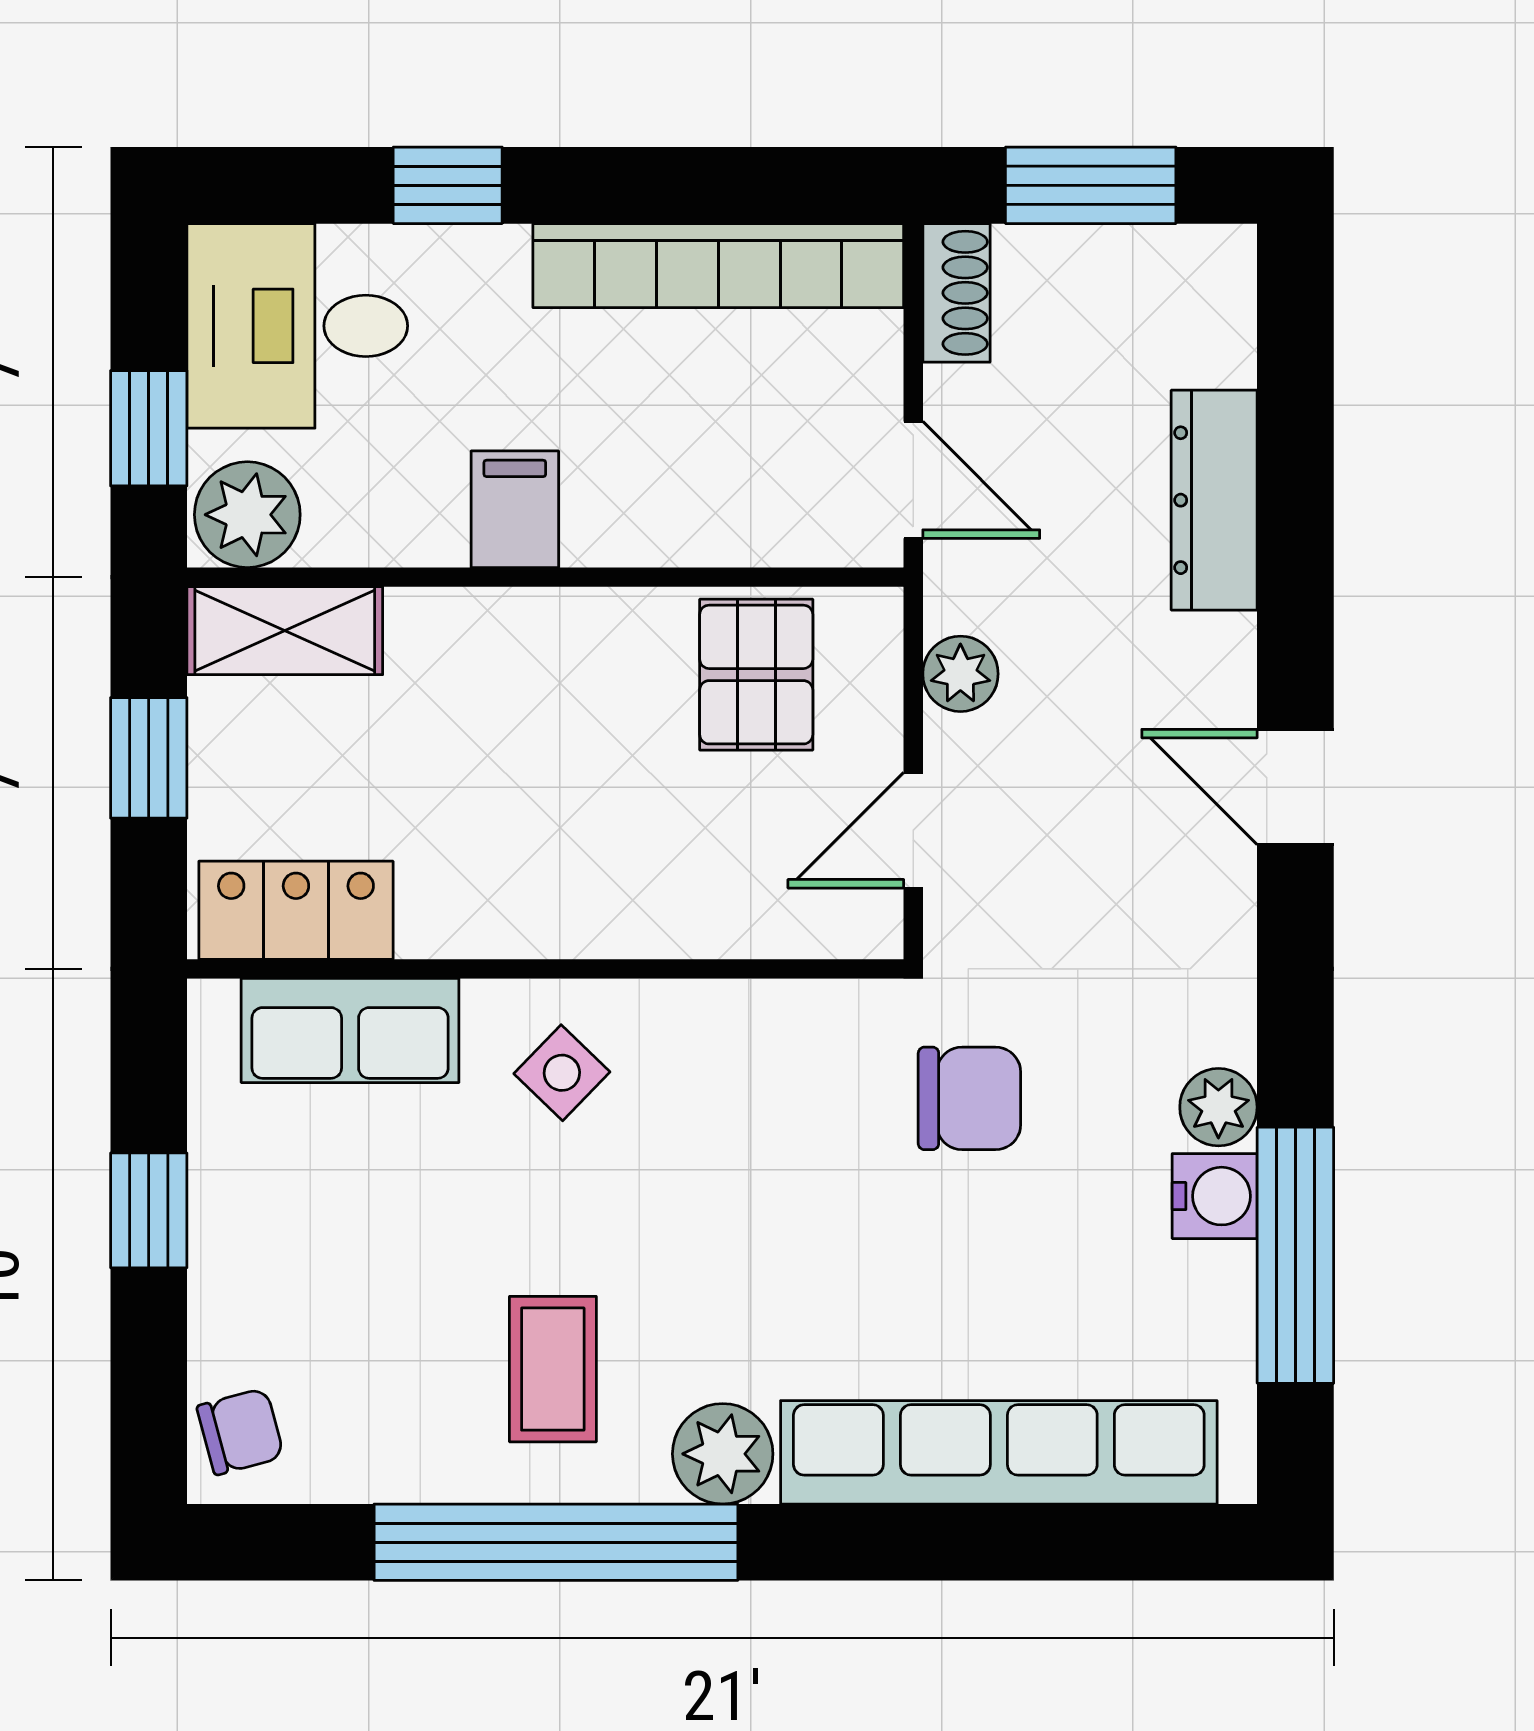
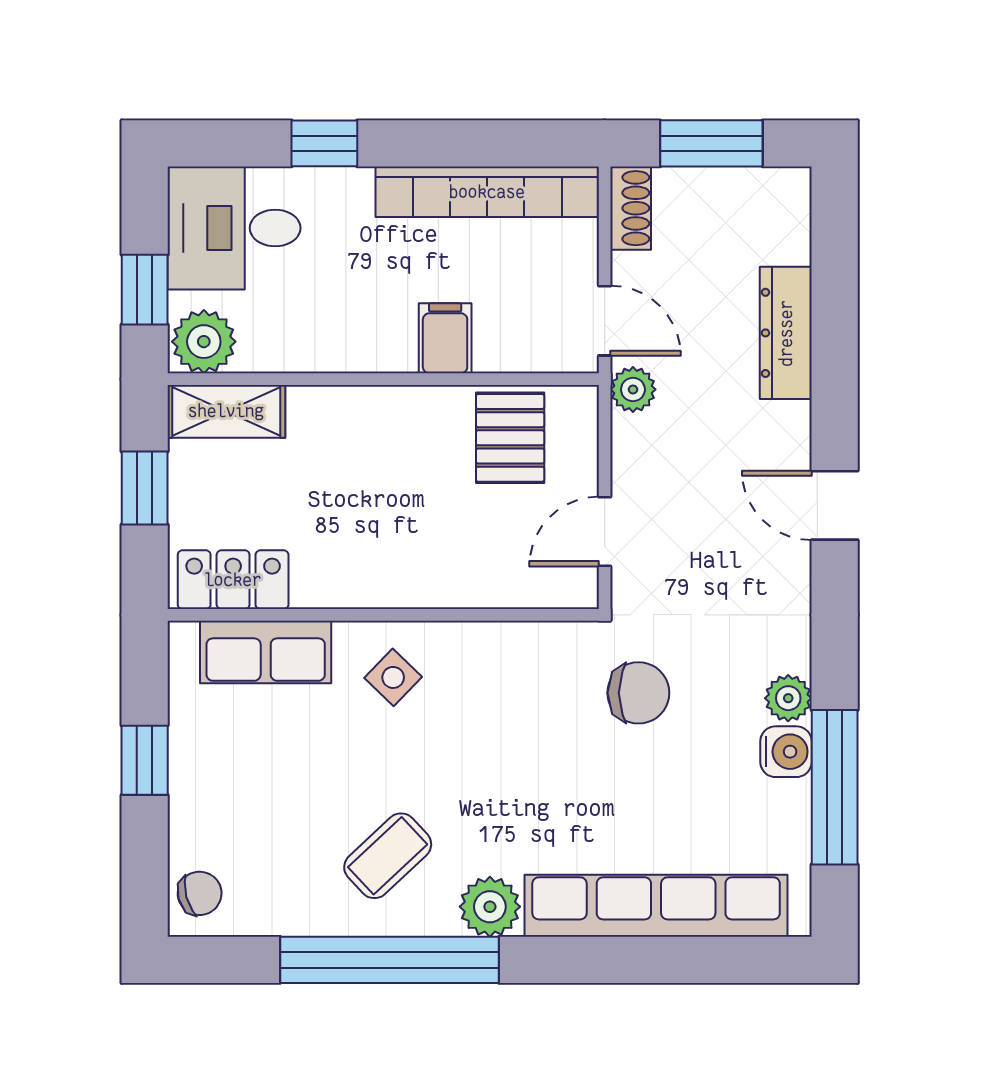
filing cabinet: (515, 509) -> (445, 338), moved
plant: (960, 674) -> (633, 389), moved
coffee table: (553, 1369) -> (388, 856), turned 47

